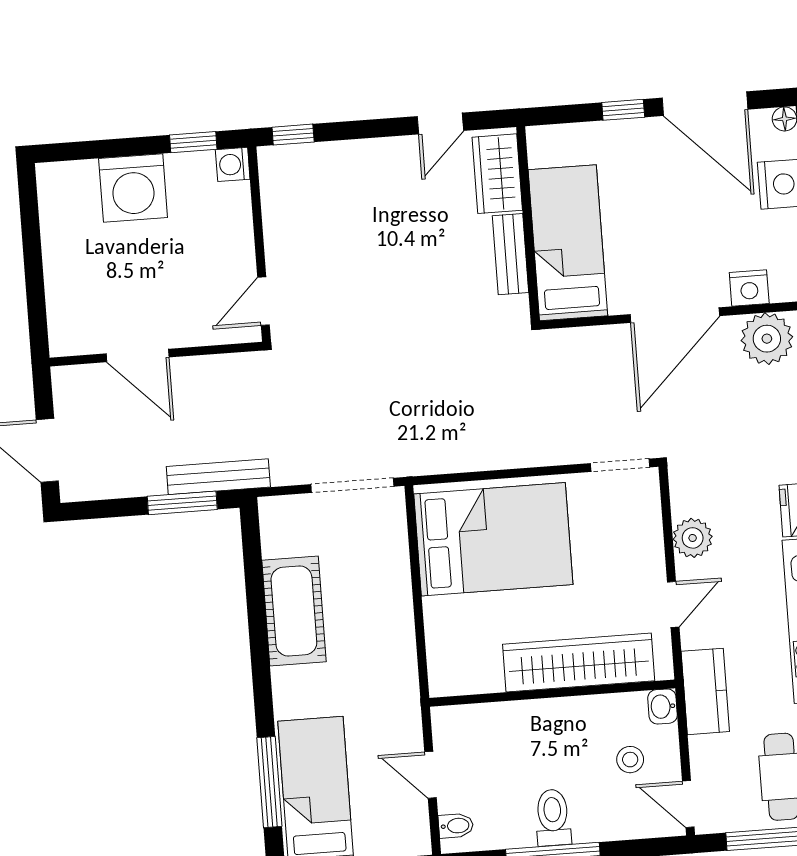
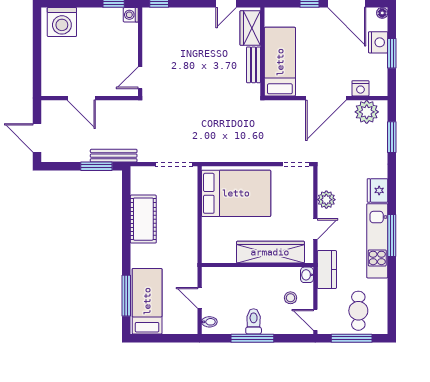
washing machine: (133, 188) -> (62, 22), moved

